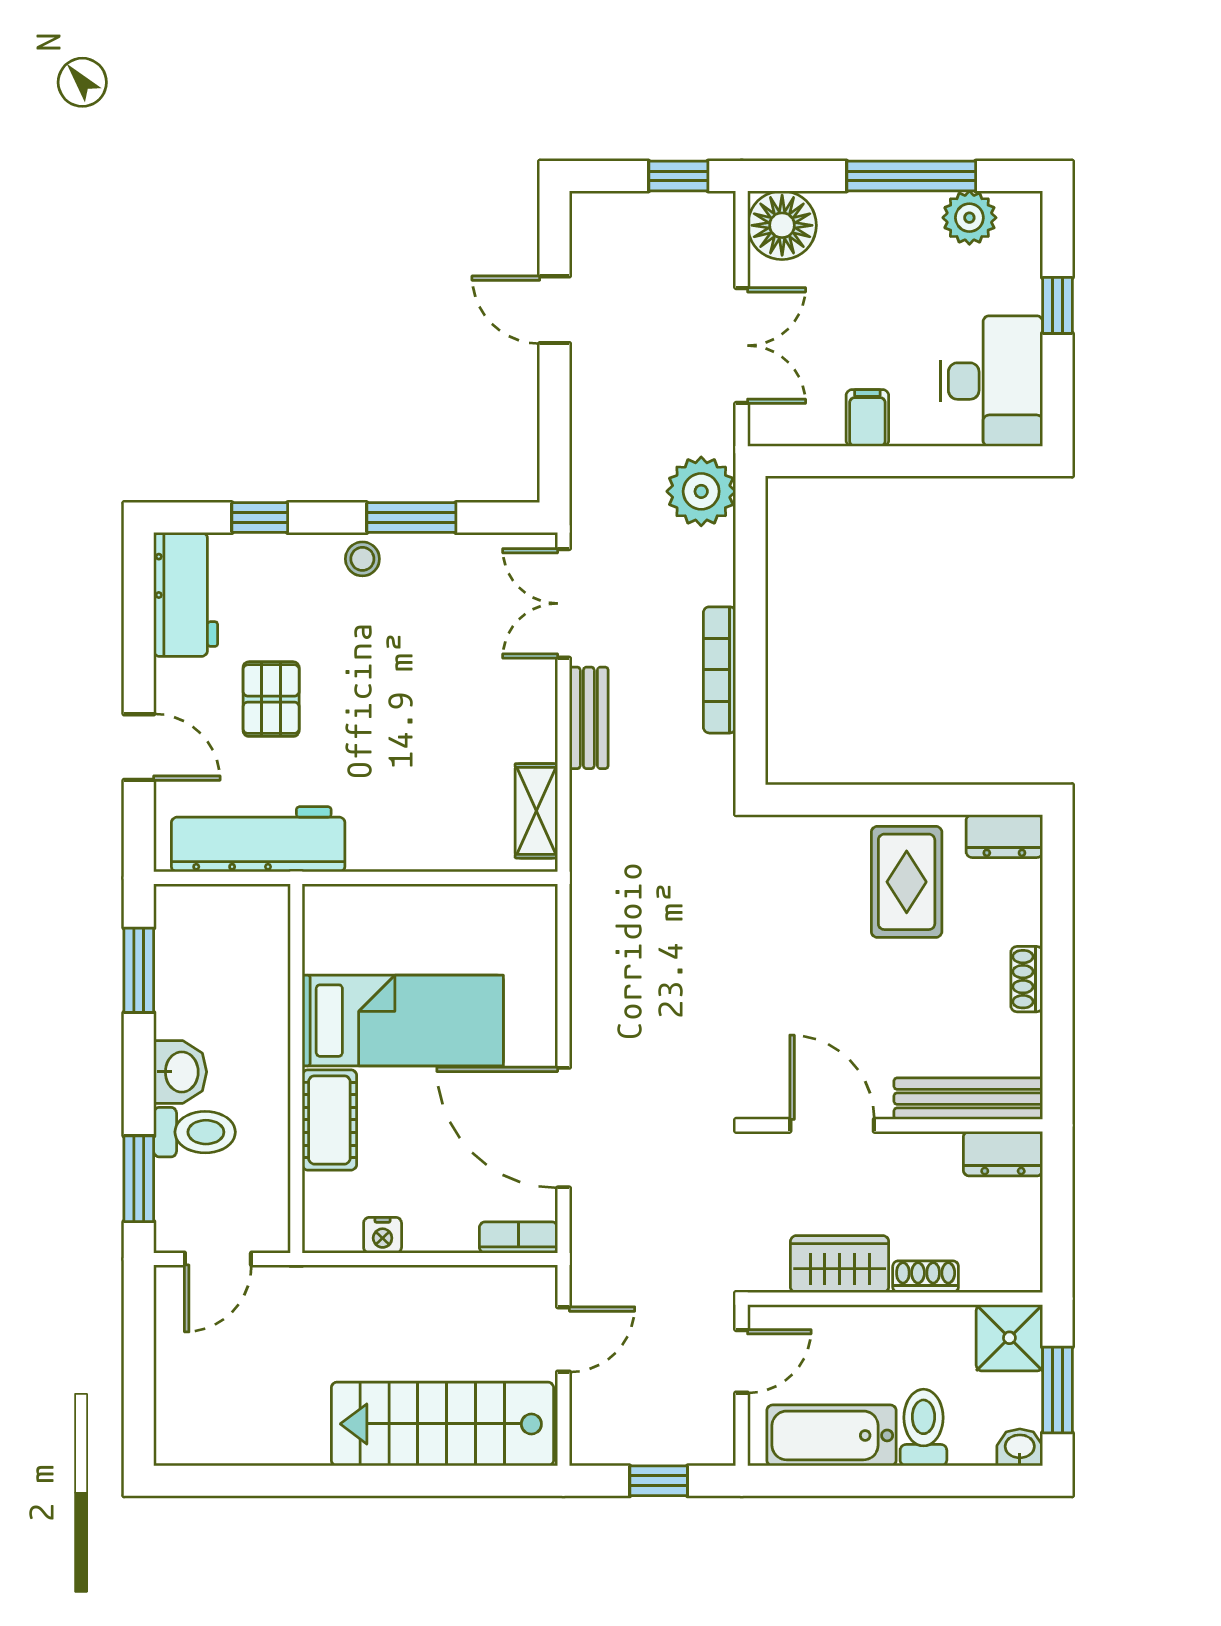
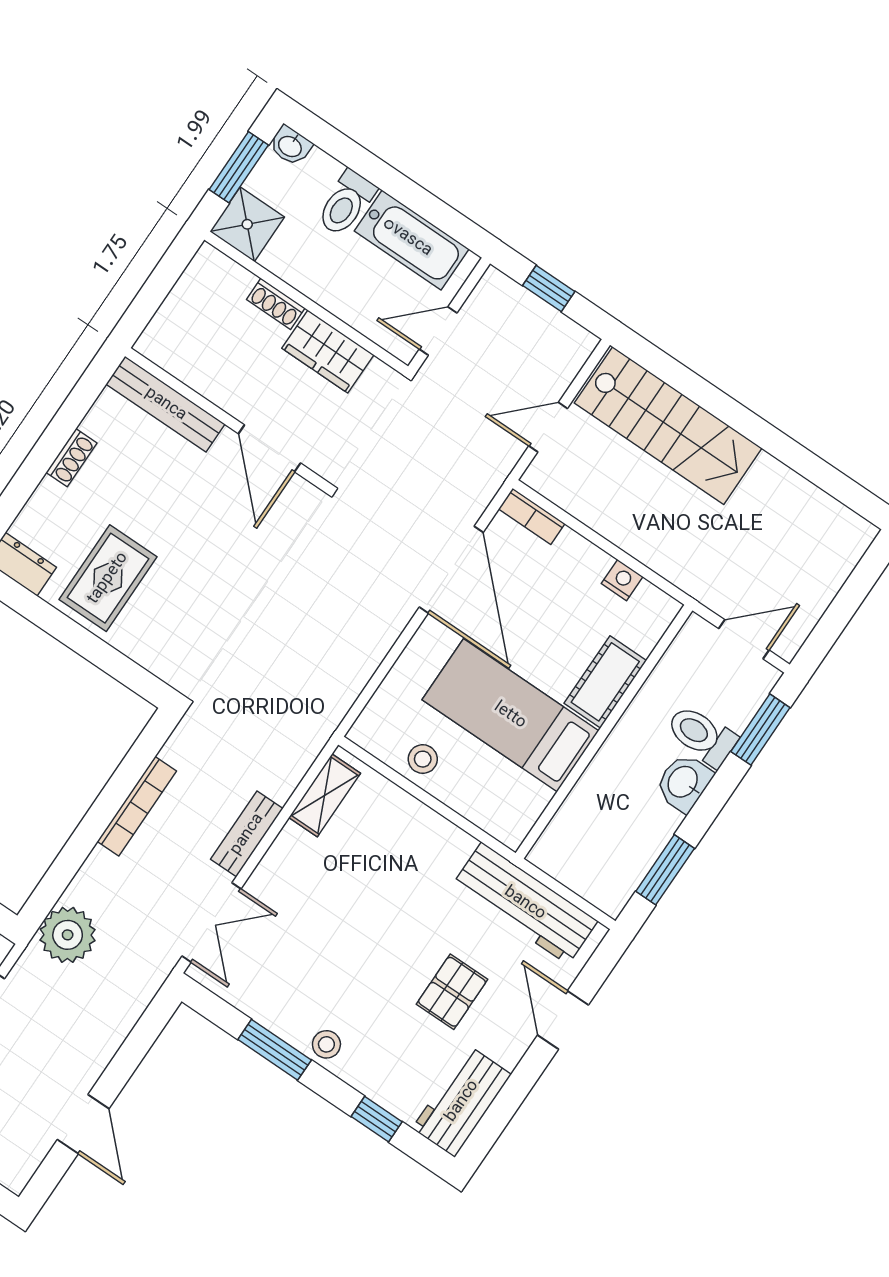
stool: (462, 915) -> (423, 759), added
dresser: (1003, 1154) -> (167, 351), removed

